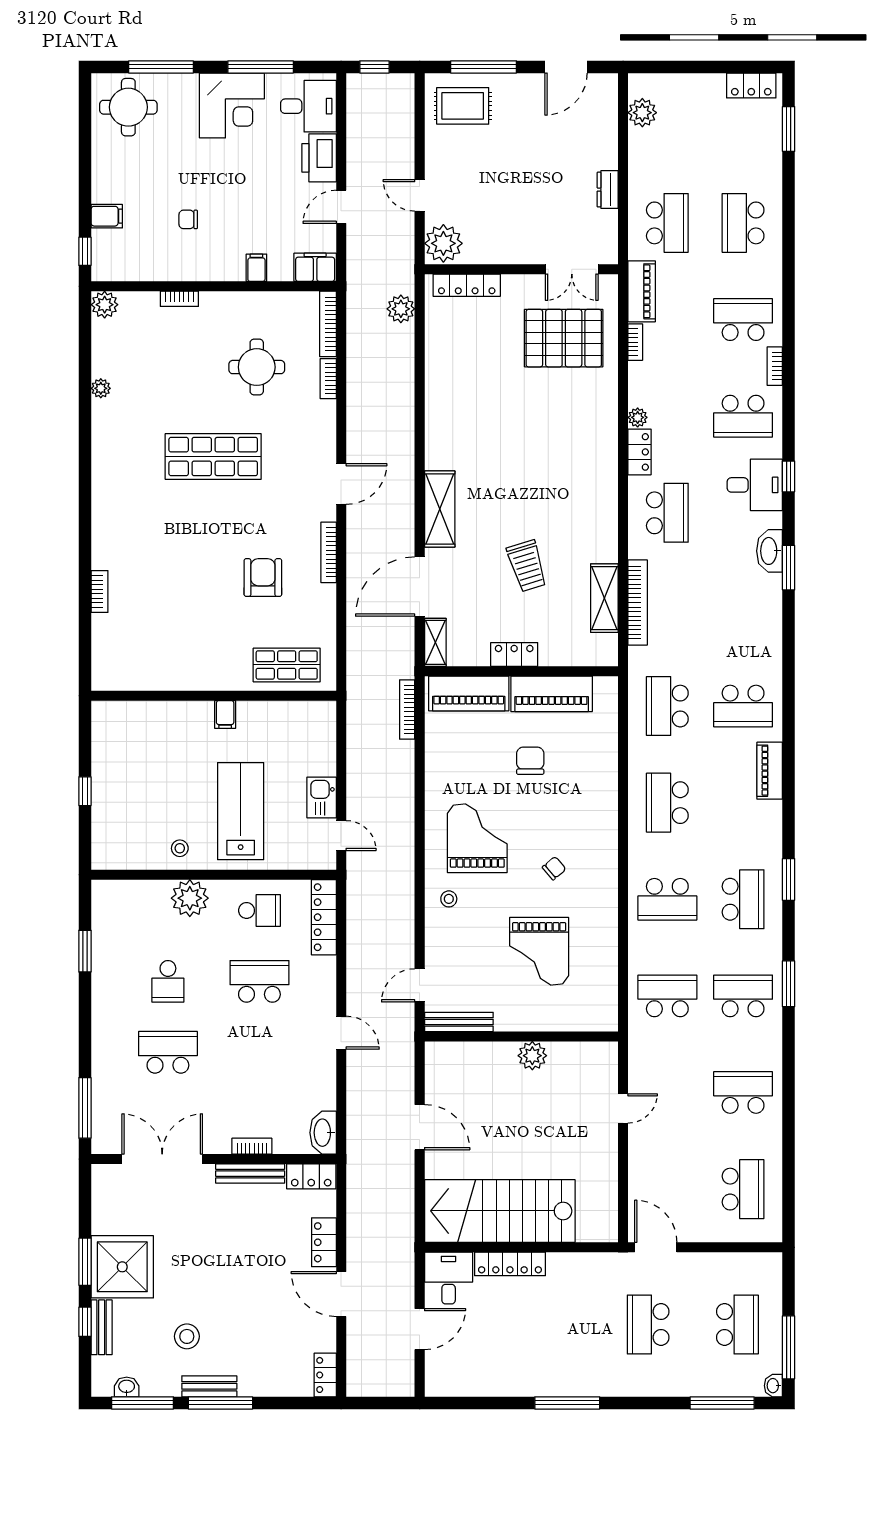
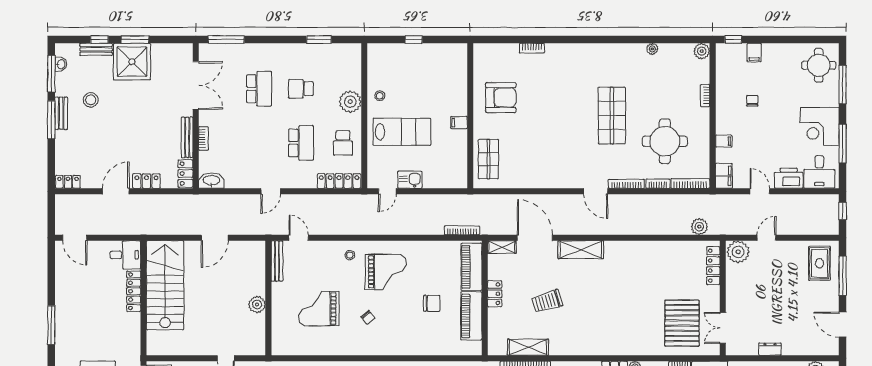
round table: (257, 367) -> (665, 141), width x1.36, depth x1.36
bookcase: (329, 552) -> (626, 184), moved
armchair: (263, 578) -> (501, 98), moved, width x1.36, depth x1.36
door: (420, 1329) -> (75, 238), moved

